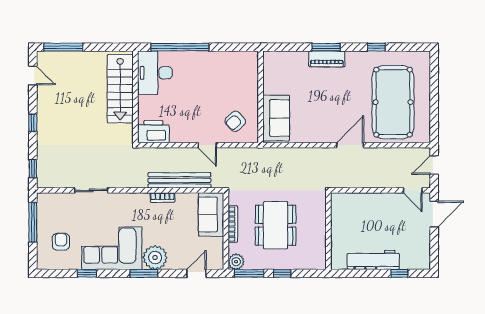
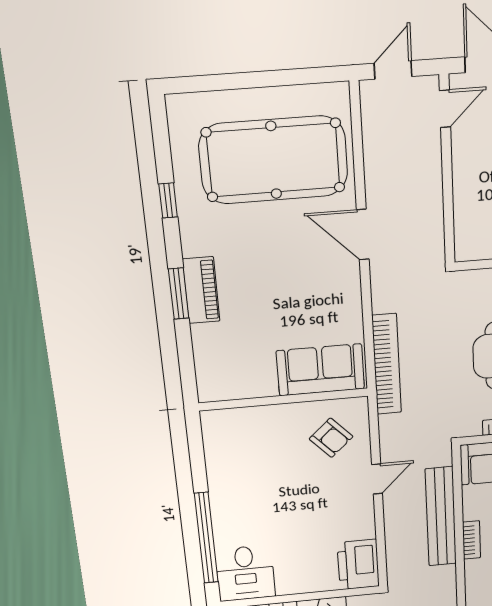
desk: (155, 73) -> (245, 573), width x0.73
bookcase: (276, 154) -> (387, 364), added
door: (434, 165) -> (393, 70), swing flipped

